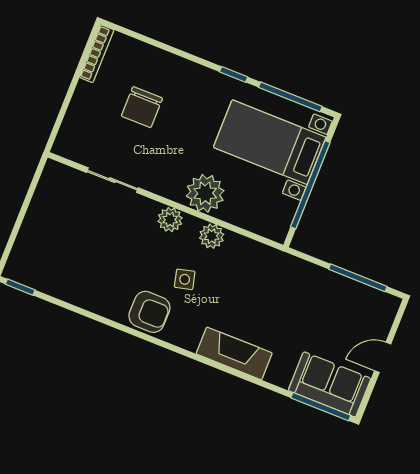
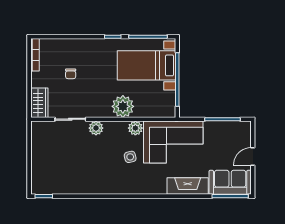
chair: (142, 107) -> (71, 74), width x0.54, depth x0.54
wardrobe: (73, 134) -> (39, 103), added
plant: (170, 220) -> (96, 128), moved
corner sofa: (264, 283) -> (173, 142), added
armchair: (149, 312) -> (118, 182), removed
fireplace: (234, 353) -> (188, 186), moved

